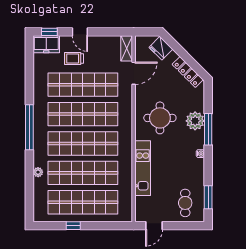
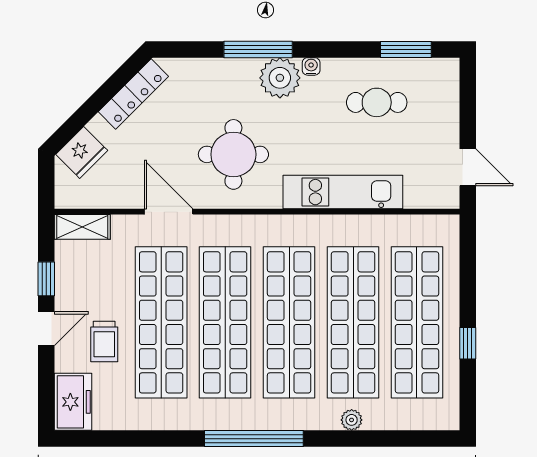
window: (49, 32) -> (46, 279), moved
door: (134, 73) -> (169, 212), moved
plant: (195, 121) -> (280, 78), moved
cafe table: (185, 203) -> (377, 102), moved

